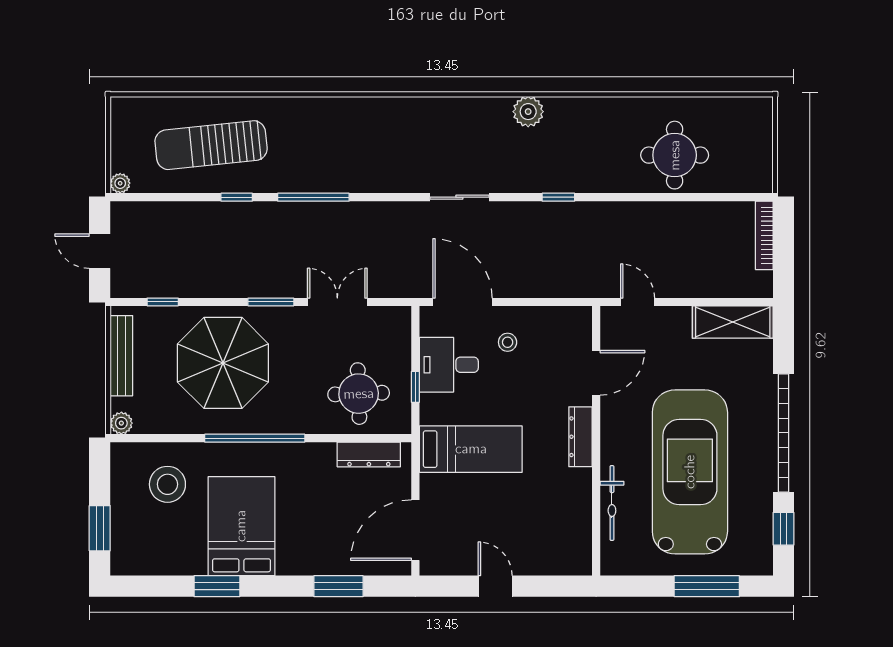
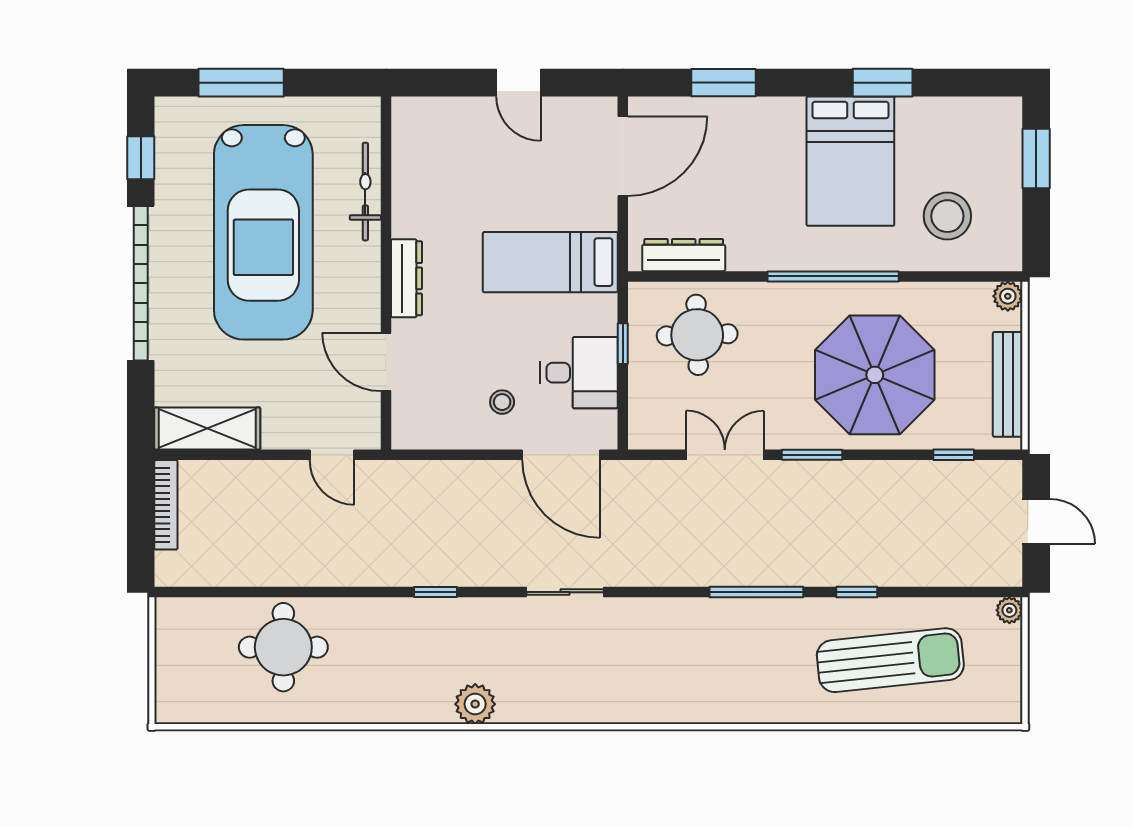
bookcase: (764, 235) -> (166, 505), moved
double door: (337, 302) -> (725, 455), swing flipped
door: (596, 373) -> (386, 362), hinge flipped

